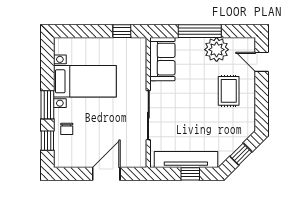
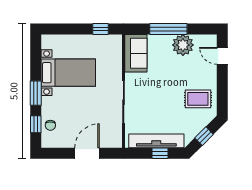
rug: (229, 91) -> (198, 99), moved, turned 90
chair: (67, 129) -> (50, 125), moved

